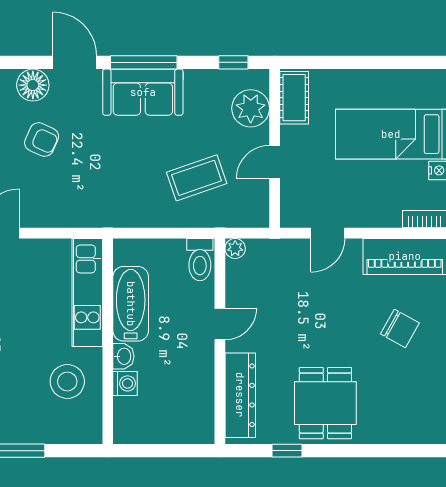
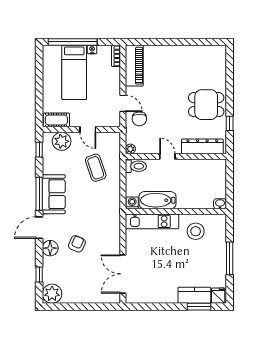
chair: (400, 328) -> (139, 119), moved, turned 151
washbasin: (123, 356) -> (220, 204), moved
washing machine: (125, 383) -> (132, 203), moved

